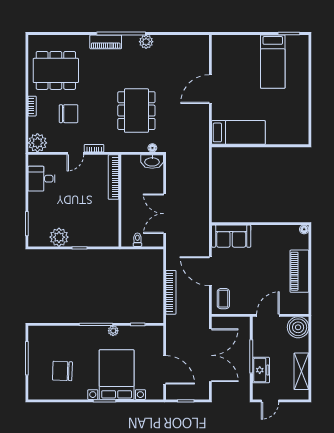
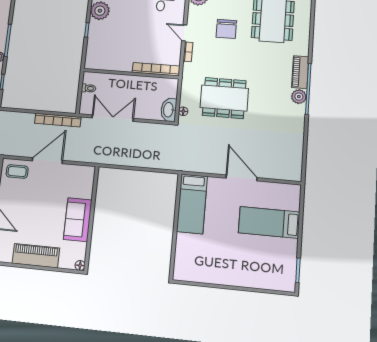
plant: (146, 42) -> (299, 97), moved
bed: (273, 62) -> (269, 222), moved
sofa: (231, 236) -> (78, 220), moved
bookcase: (171, 292) -> (58, 120), moved

